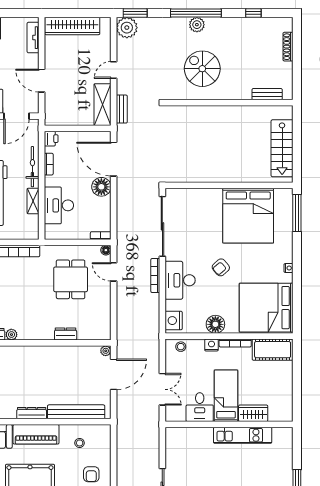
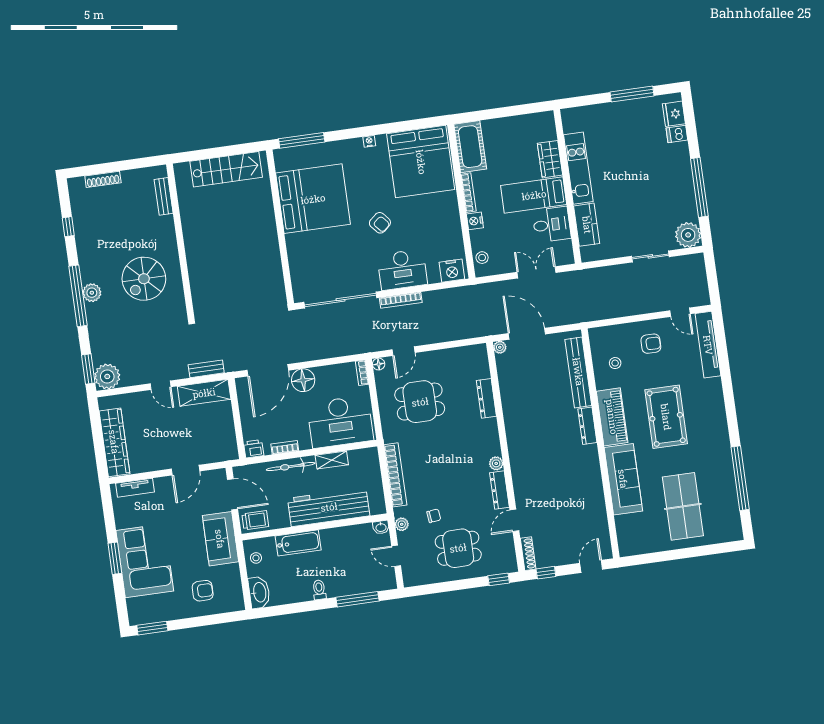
desk: (59, 205) -> (340, 422), width x1.36, depth x1.30
floor lamp: (215, 324) -> (449, 220), removed
dresser: (66, 334) -> (486, 398), width x1.44
kitchen counter: (196, 436) -> (587, 225), added

